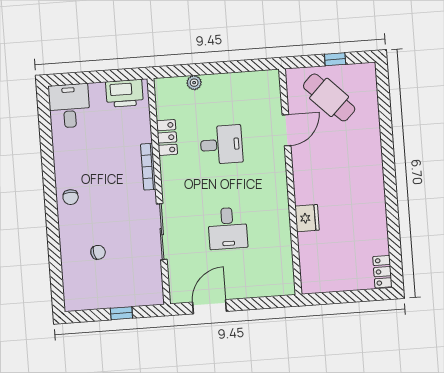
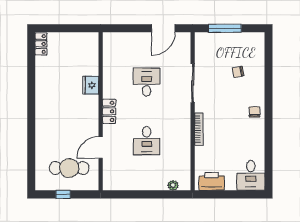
plant: (194, 83) -> (173, 185), moved
cafe table: (329, 97) -> (69, 168), turned -45
locker: (167, 137) -> (109, 111), moved, turned 180
desk: (221, 145) -> (147, 141), turned -90
window: (121, 313) -> (225, 28), width x2.17

